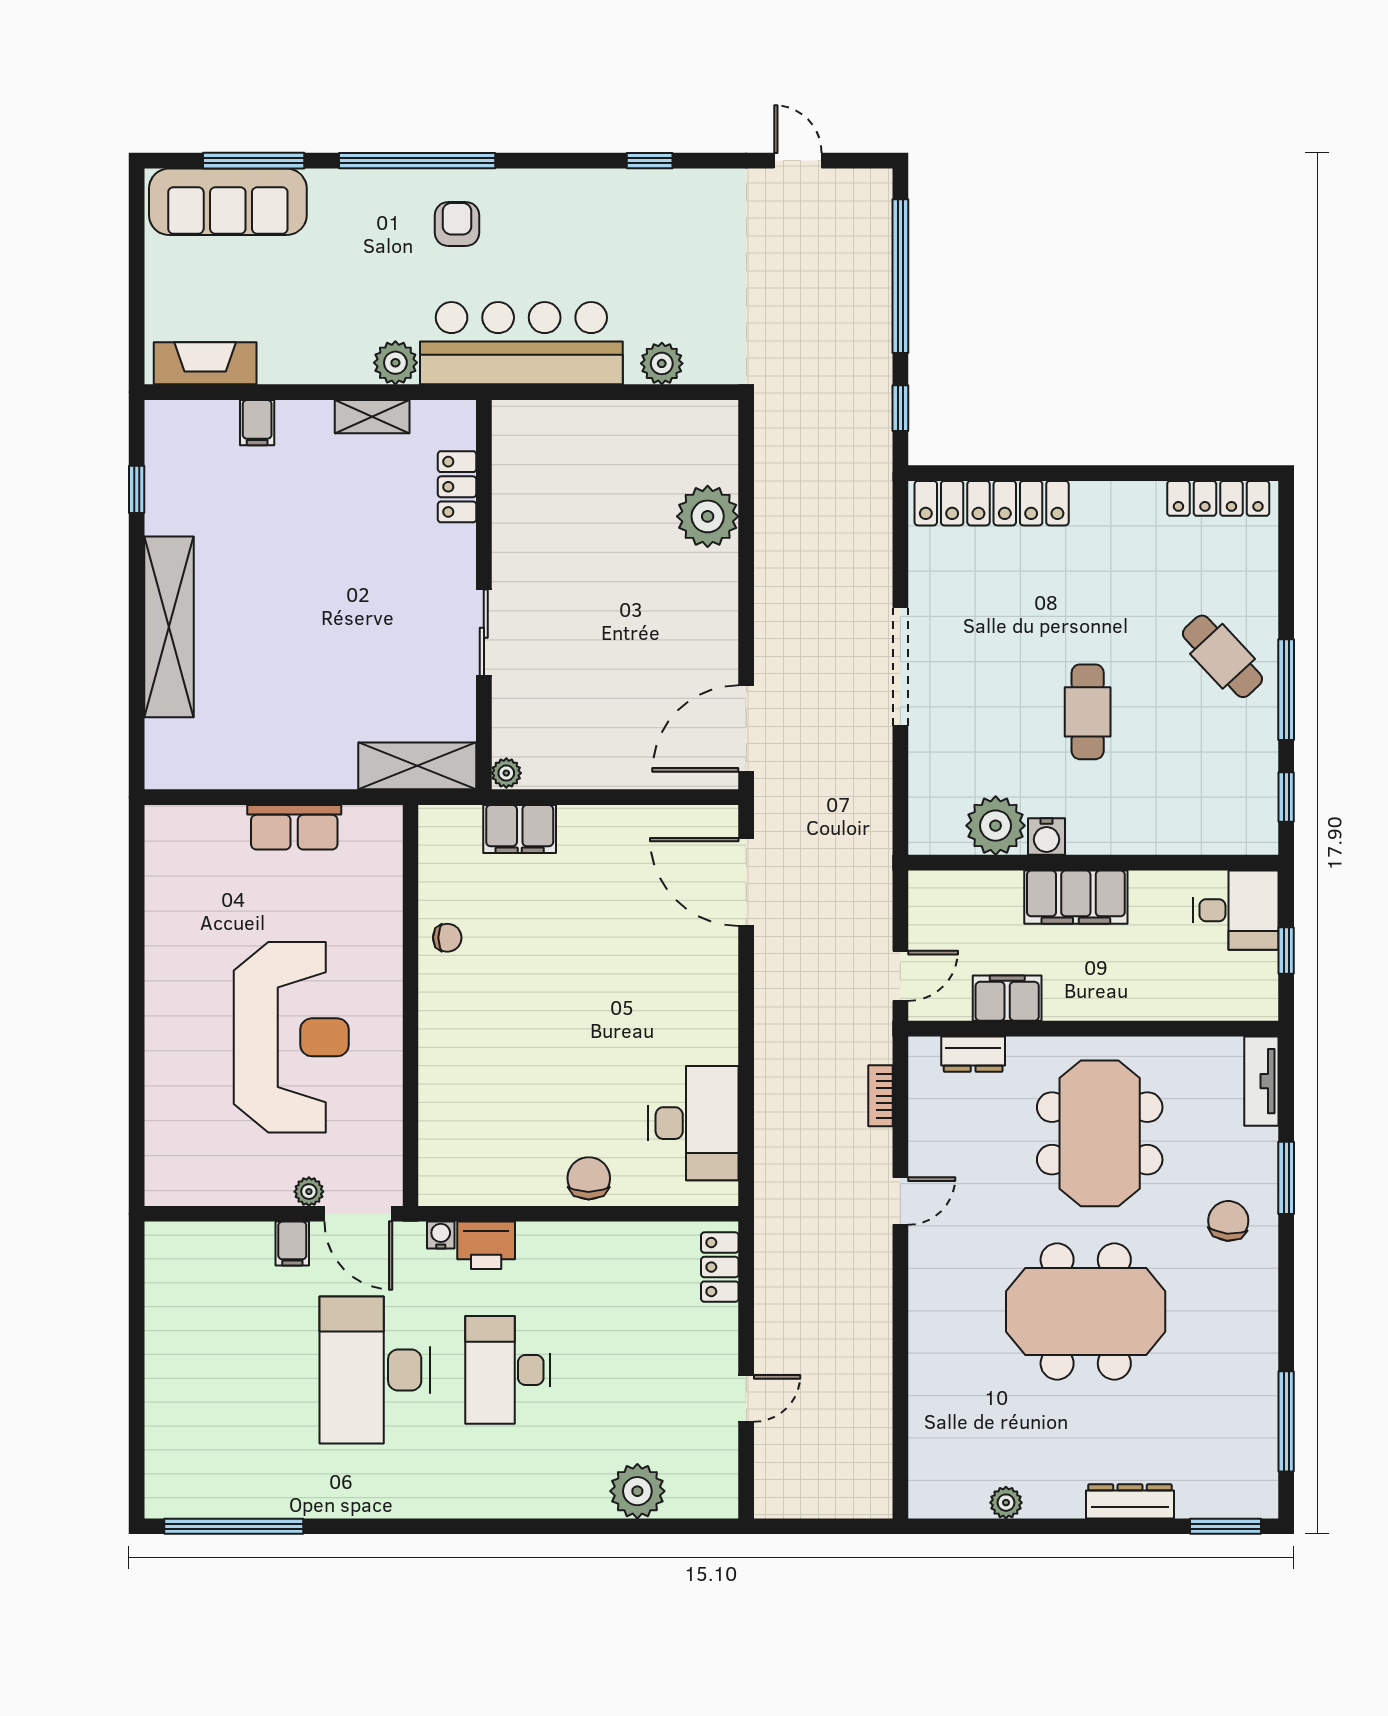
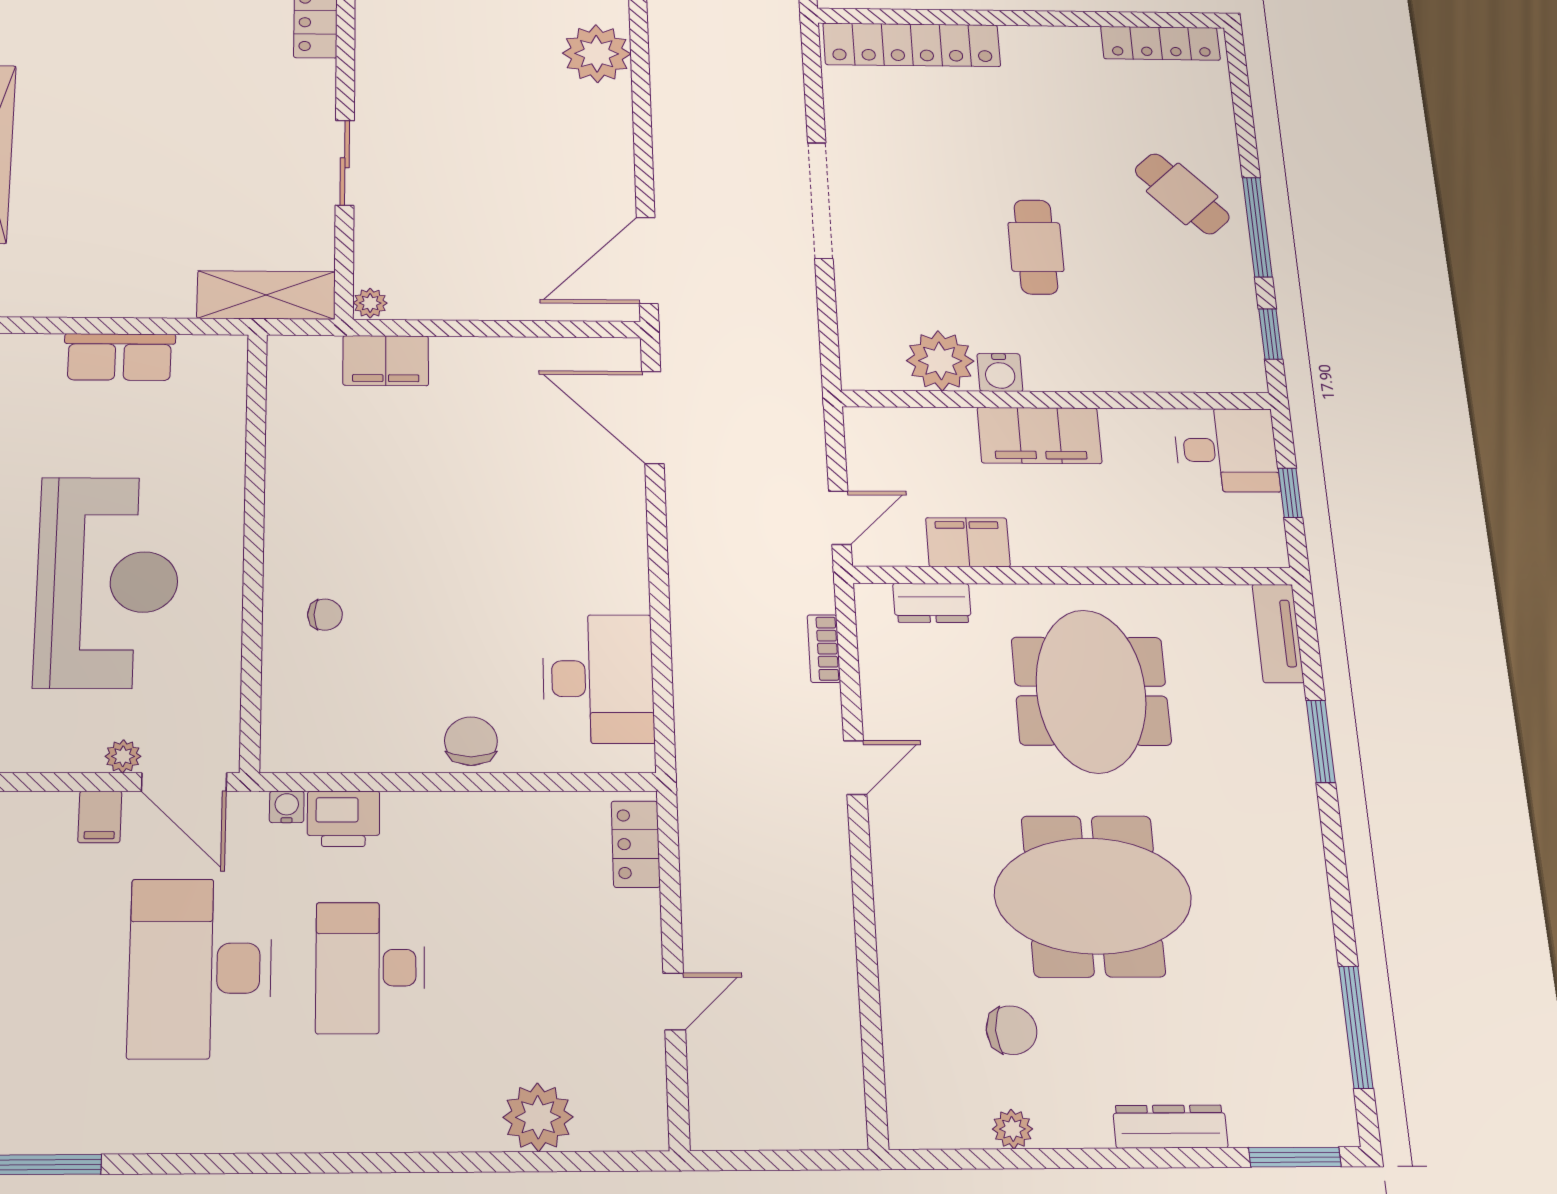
chair: (447, 938) -> (325, 615), moved
chair: (1228, 1221) -> (1012, 1030), moved, turned 85

